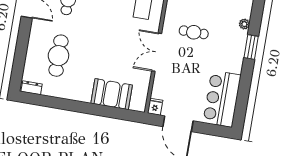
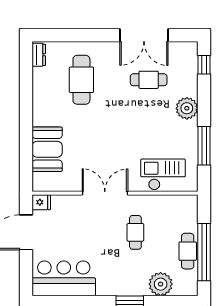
plant: (244, 24) -> (161, 284), width x1.87, depth x1.87
cafe table: (58, 56) -> (81, 80), turned 90

